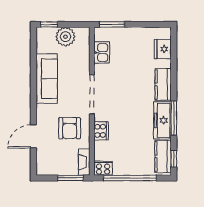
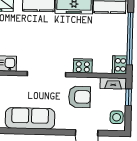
side table: (50, 166) -> (117, 117), added
window: (70, 178) -> (129, 97), width x0.67

